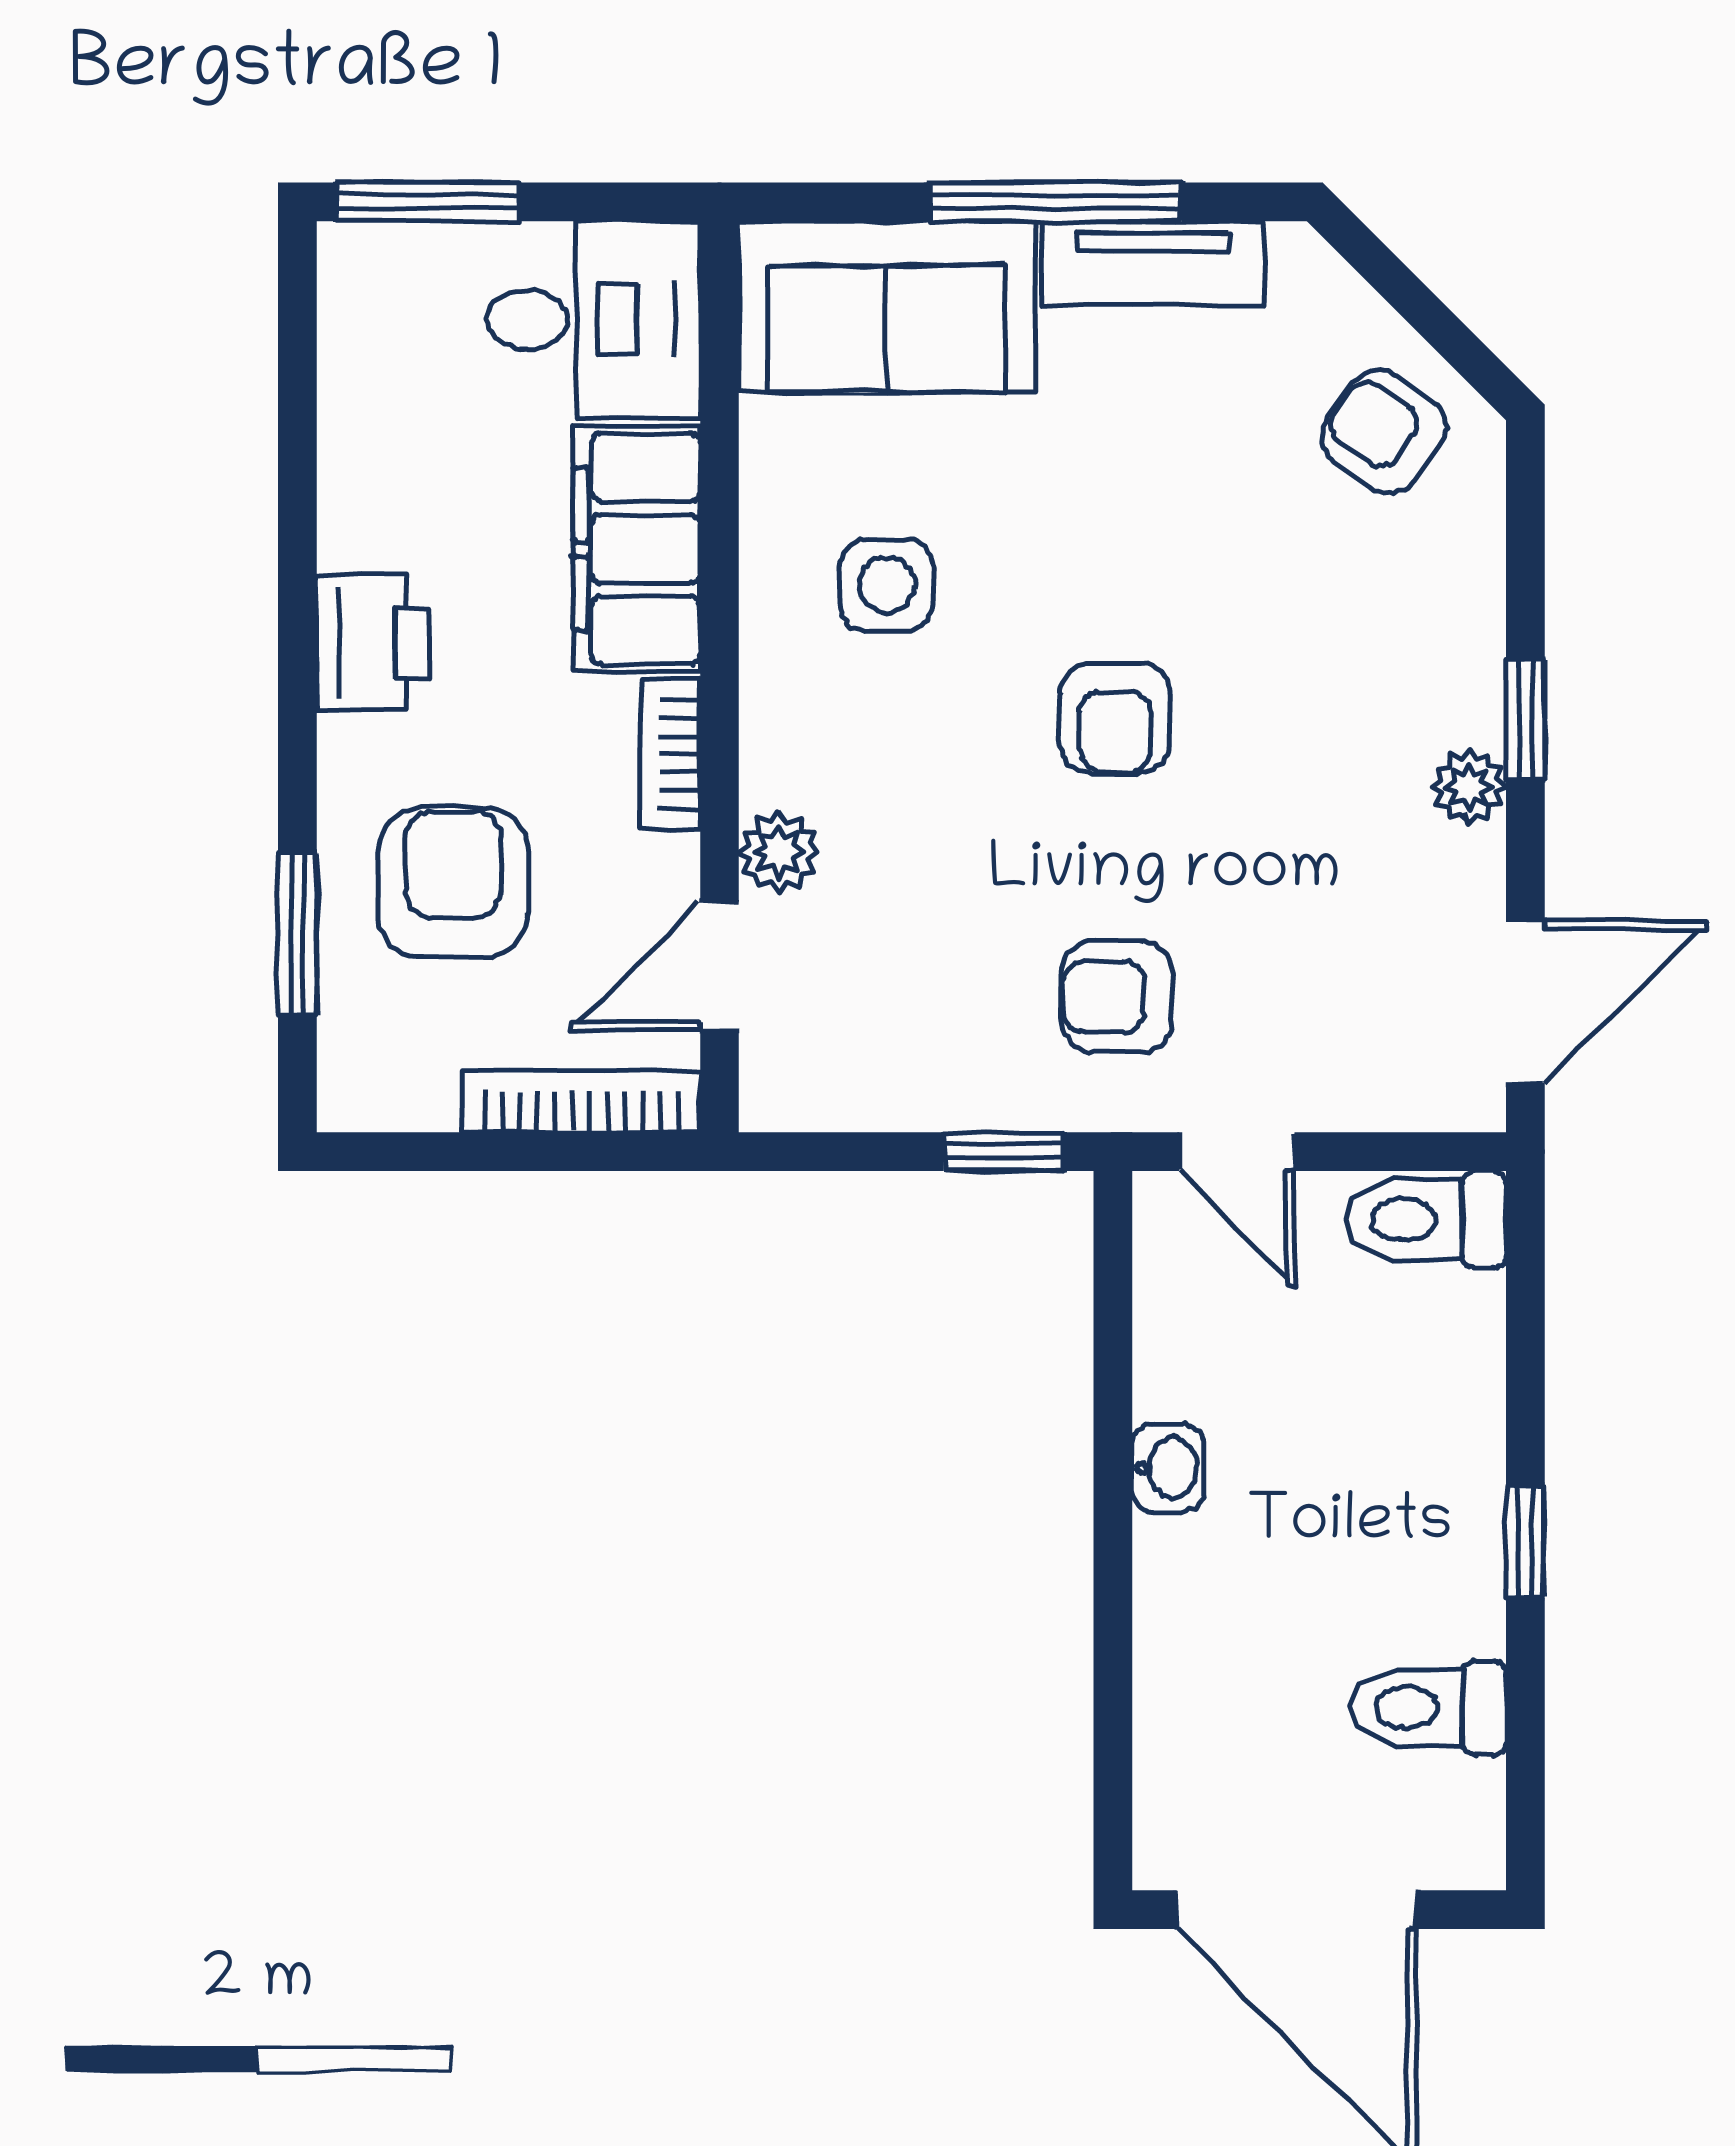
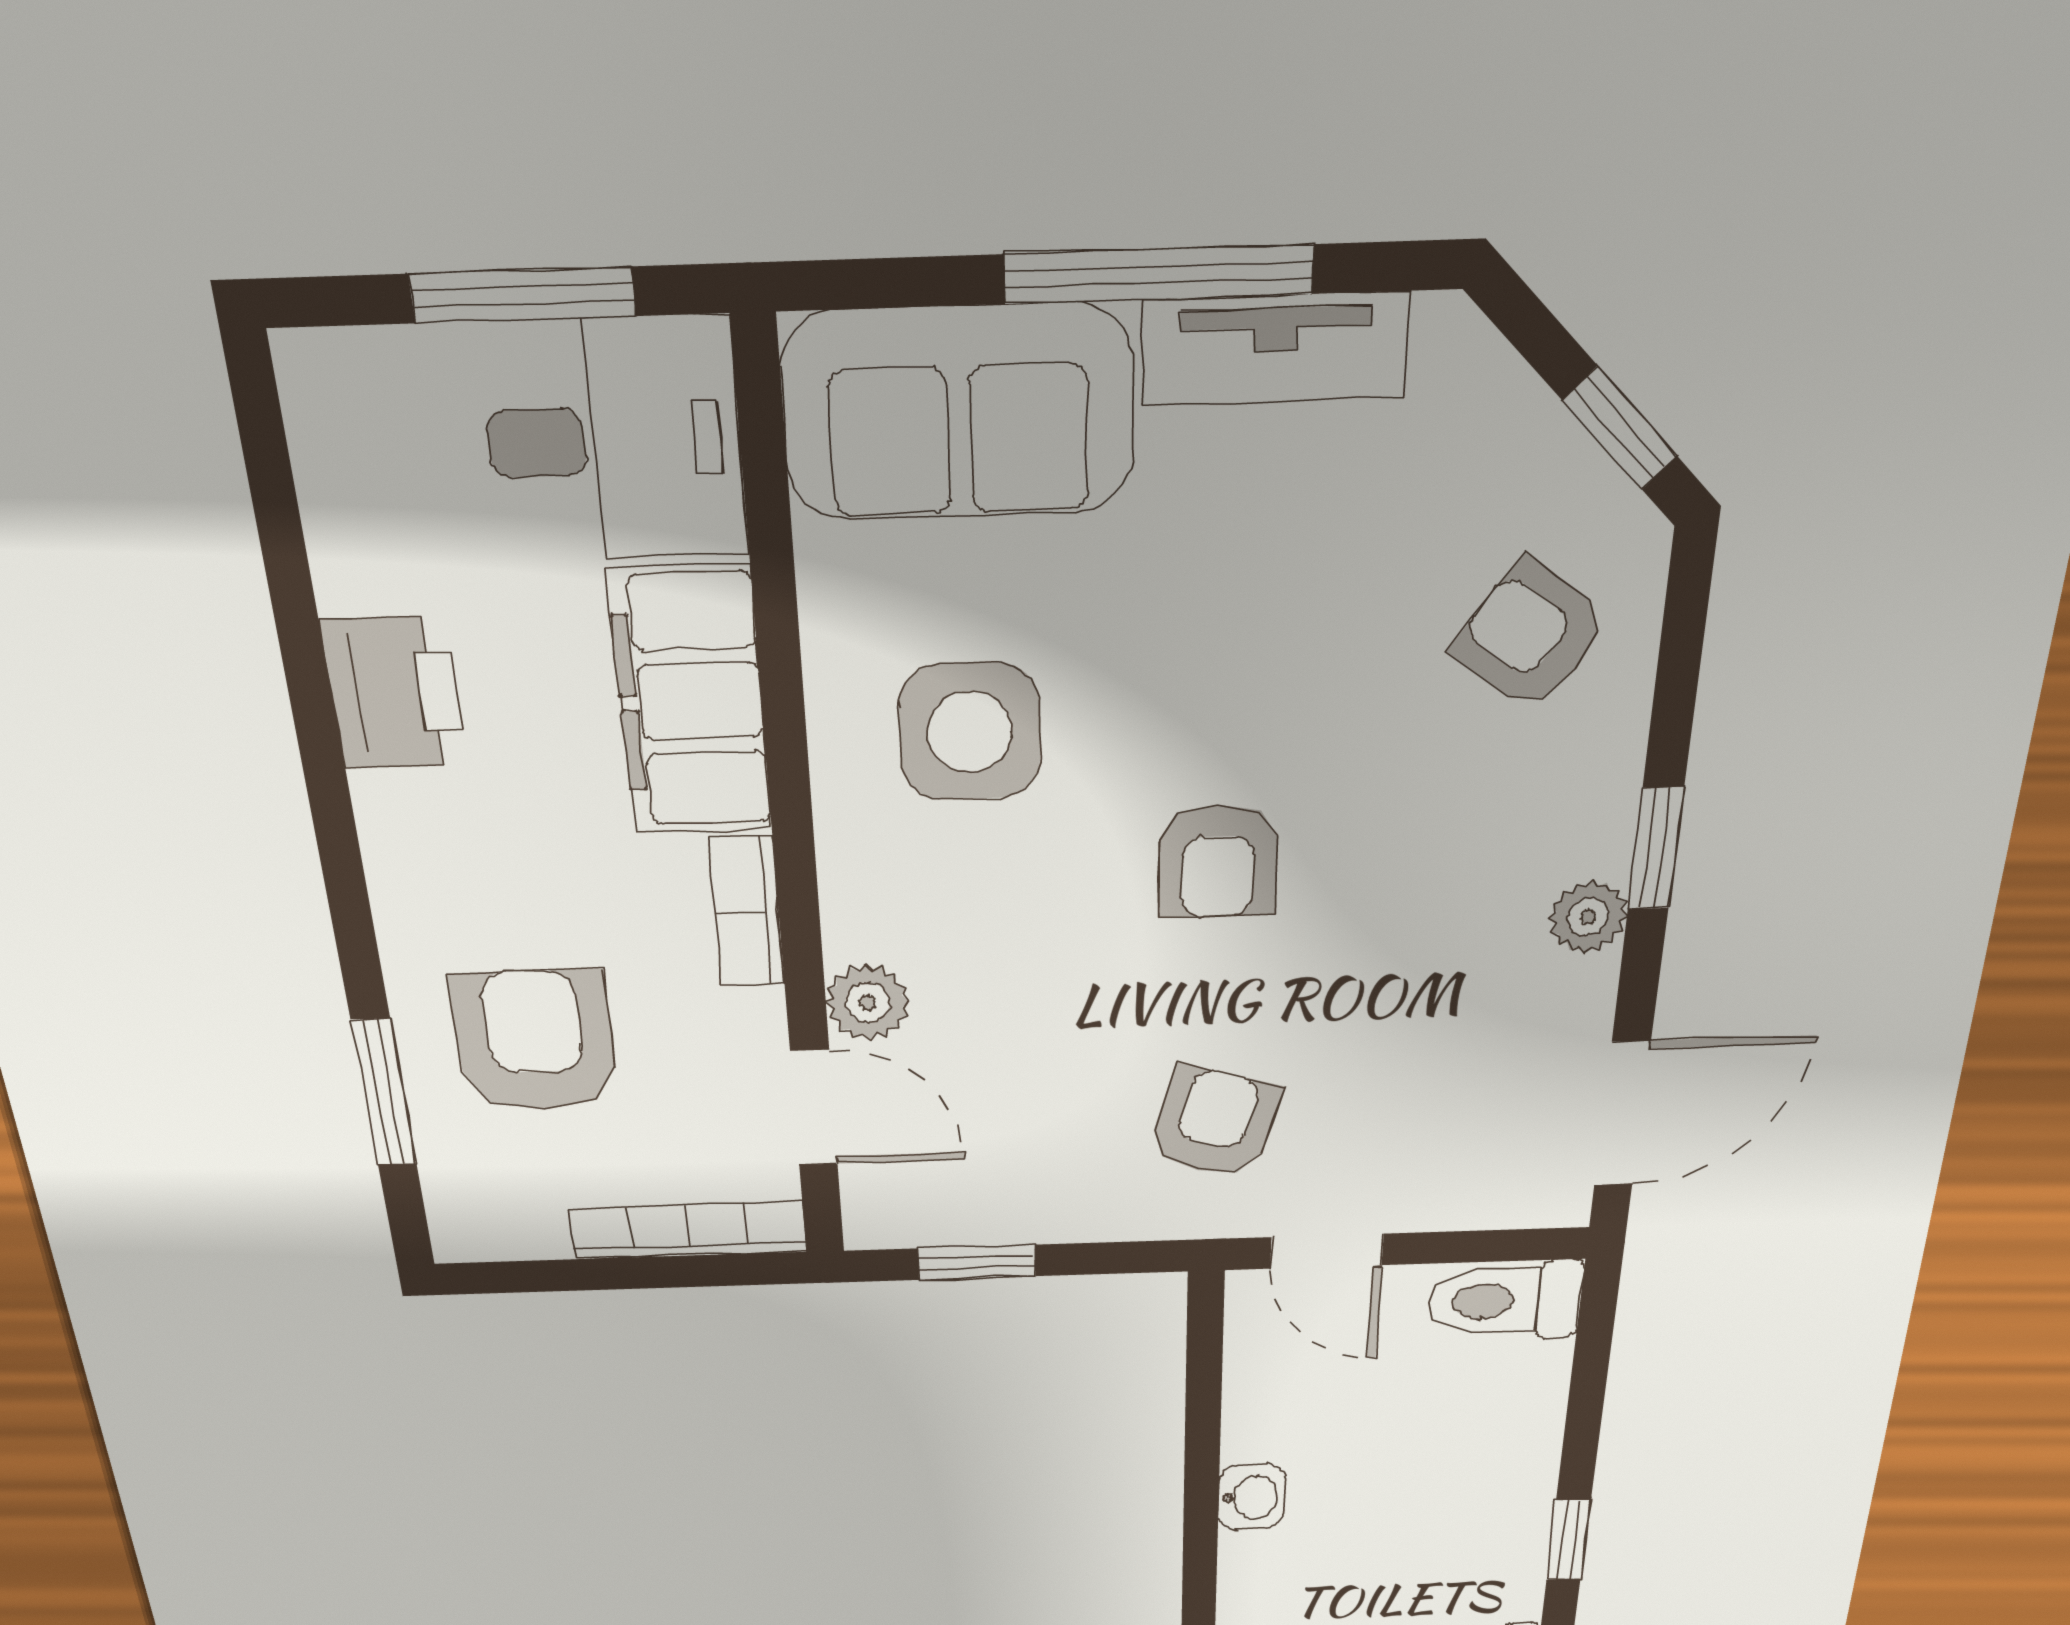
window: (427, 202) -> (523, 295), moved
window: (1450, 337) -> (1620, 428), added
armchair: (1384, 432) -> (1531, 636), moved
side table: (887, 585) -> (970, 732), width x1.37, depth x1.37
printer: (373, 643) -> (395, 693), moved
door: (719, 966) -> (814, 1108), swing flipped
armchair: (1117, 997) -> (1214, 1123), turned 106
window: (1004, 1152) -> (977, 1262), moved

